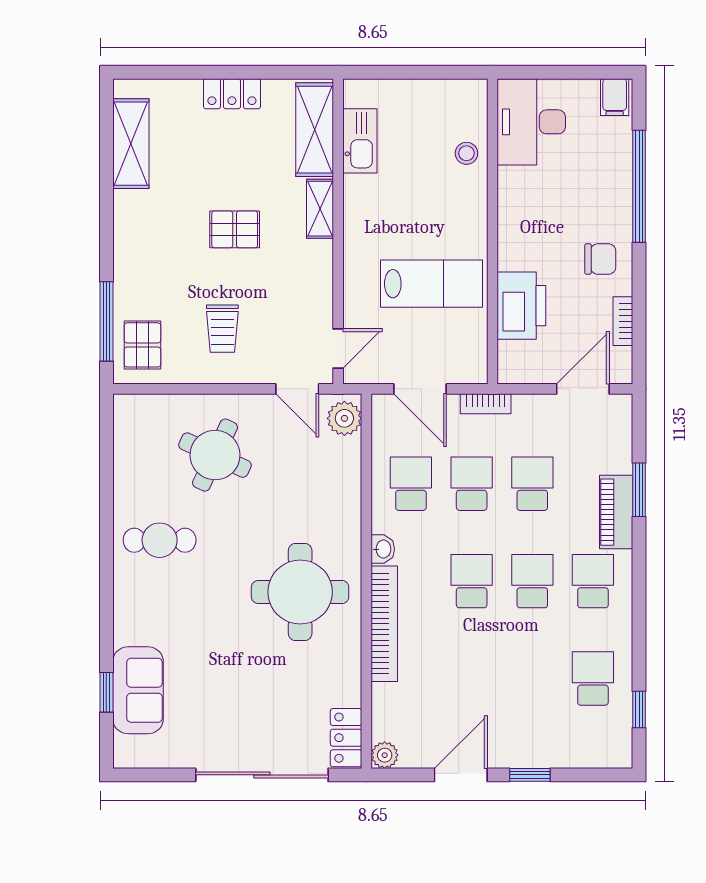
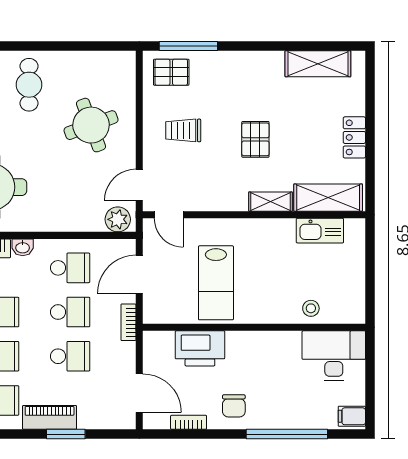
round table: (215, 455) -> (91, 125), turned 45

